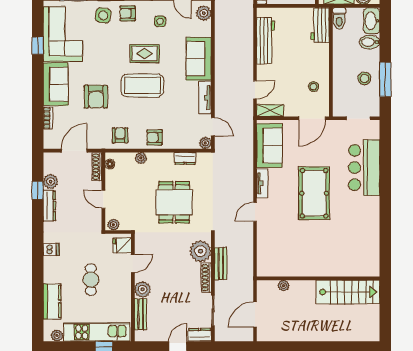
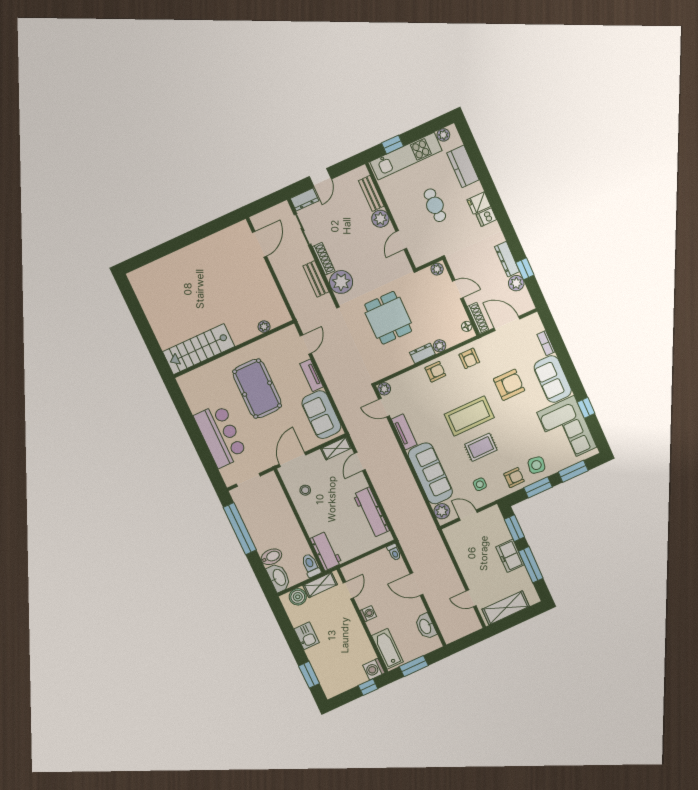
sofa: (199, 59) -> (430, 473), width x1.36
stool: (364, 78) -> (260, 520), removed
window: (385, 79) -> (240, 529), width x1.46
armchair: (96, 97) -> (509, 385), turned 90
door: (74, 151) -> (507, 323), swing flipped
dresser: (185, 158) -> (422, 353), moved
fridge: (122, 245) -> (479, 203), moved, turned 180
wall: (318, 278) -> (234, 349), moved
plant: (284, 286) -> (264, 327), moved
stairs: (348, 292) -> (199, 349), moved

